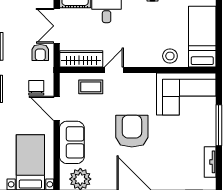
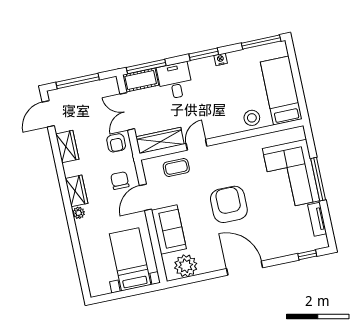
corner sofa: (186, 94) -> (291, 175), moved, turned 90
door: (57, 108) -> (146, 197), hinge flipped

